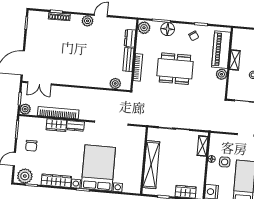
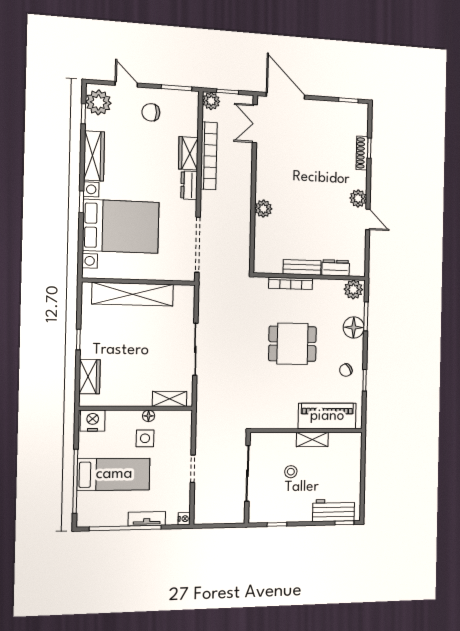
dining table: (175, 69) -> (292, 344), width x0.73
plant: (222, 74) -> (288, 420), removed
plant: (115, 83) -> (263, 209), moved
wall: (144, 161) -> (139, 282), moved
shelving: (151, 165) -> (133, 294), moved

